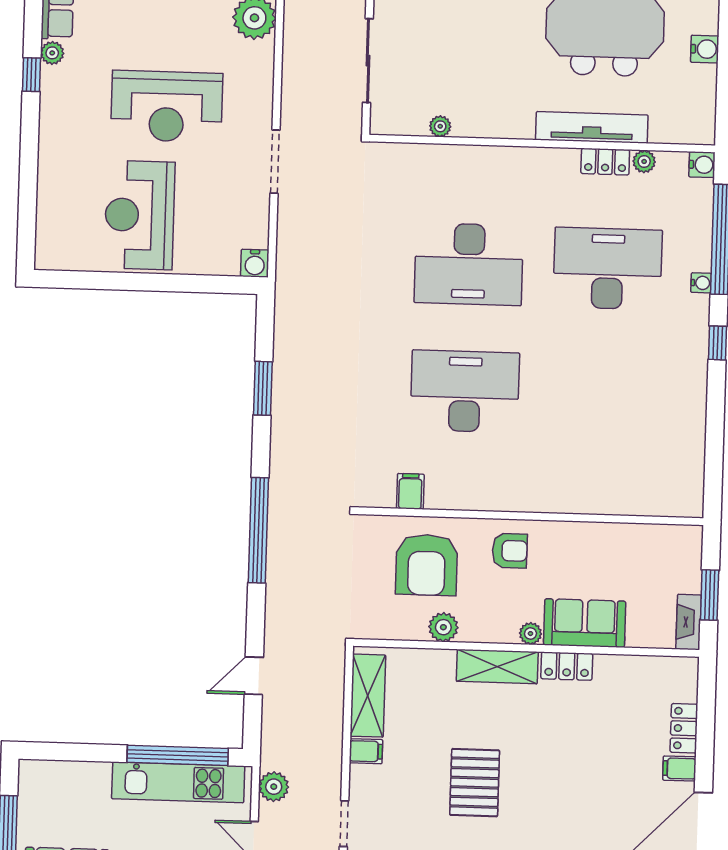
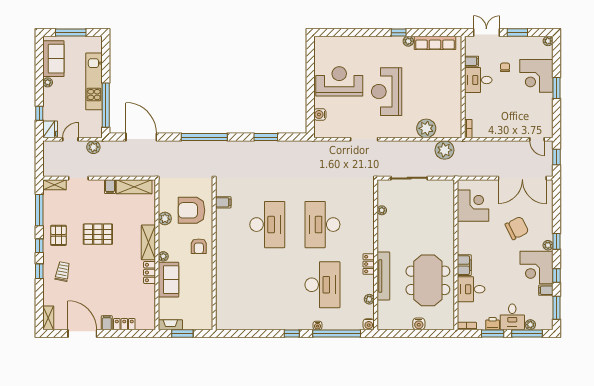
locker: (605, 162) -> (369, 264), moved
water cooler: (255, 263) -> (320, 114), moved
door: (254, 676) -> (141, 137), width x1.88
kitchen unit: (178, 782) -> (94, 81), moved

